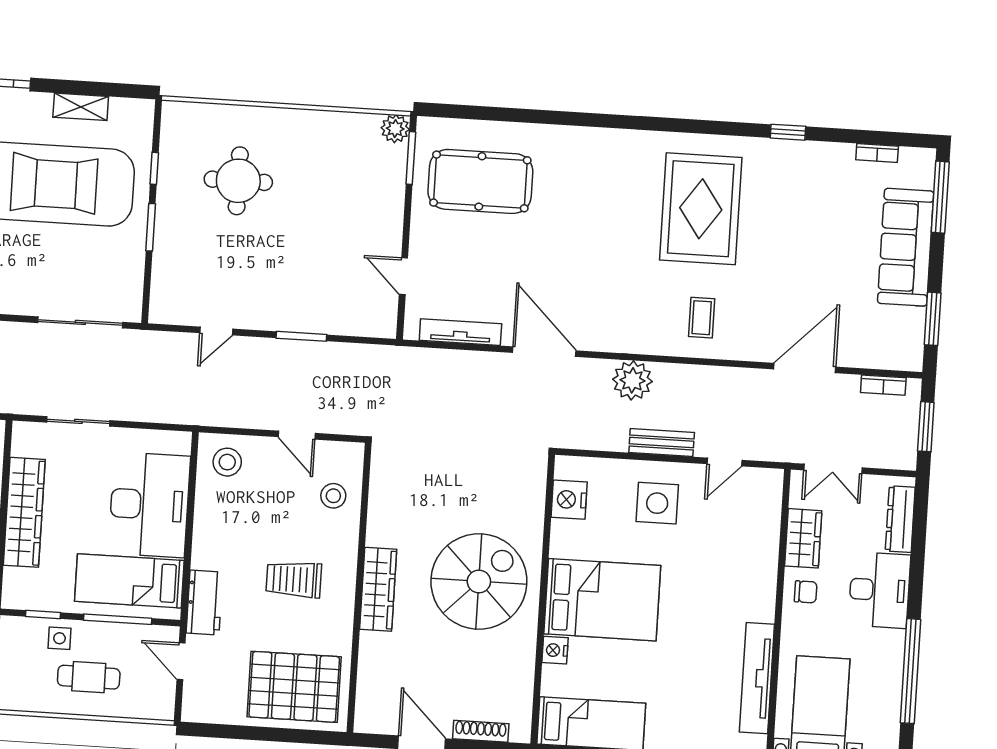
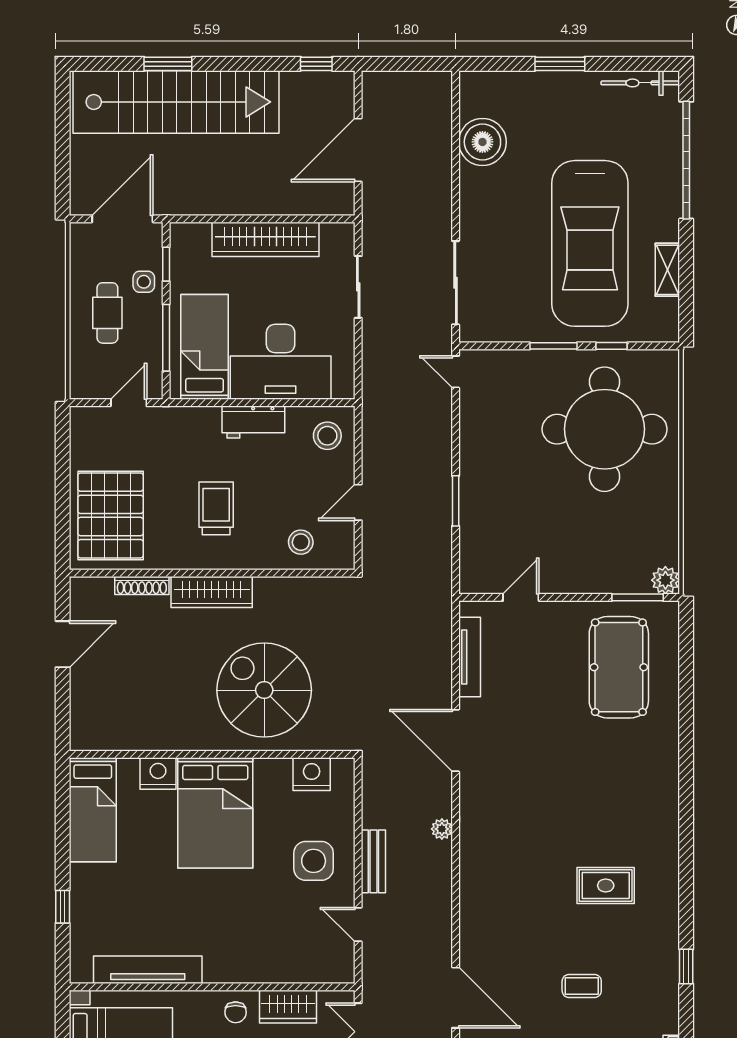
round table: (238, 181) -> (605, 429), width x1.86, depth x1.86
rug: (701, 209) -> (606, 886), width x0.54, depth x0.49
coffee table: (702, 318) -> (582, 986), moved
door: (216, 331) -> (456, 372), moved
door: (544, 352) -> (456, 740), swing flipped
plant: (632, 380) -> (442, 829), width x0.53, depth x0.53
spiral stairs: (479, 581) -> (264, 690), moved, turned 180
workbench: (204, 603) -> (253, 422), moved
nightstand: (555, 650) -> (158, 773), width x1.36, depth x1.33
shoe rack: (481, 731) -> (142, 586), moved, turned 90

